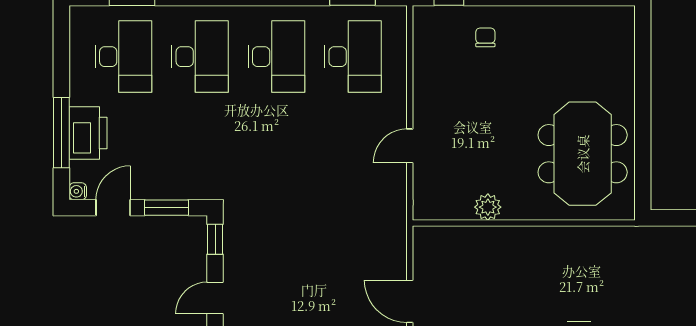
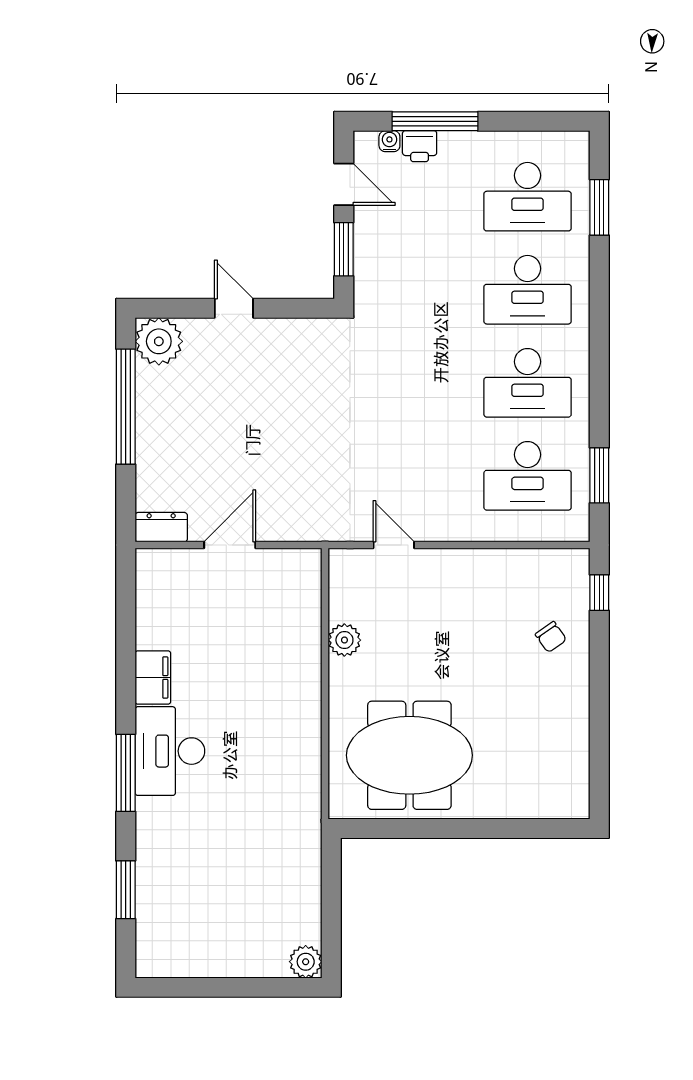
chair: (485, 37) -> (551, 637), turned 55
printer: (88, 133) -> (420, 146), width x0.53, depth x0.68
door: (410, 146) -> (394, 545), moved
water cooler: (78, 191) -> (389, 141), moved
window: (215, 239) -> (305, 308), removed

